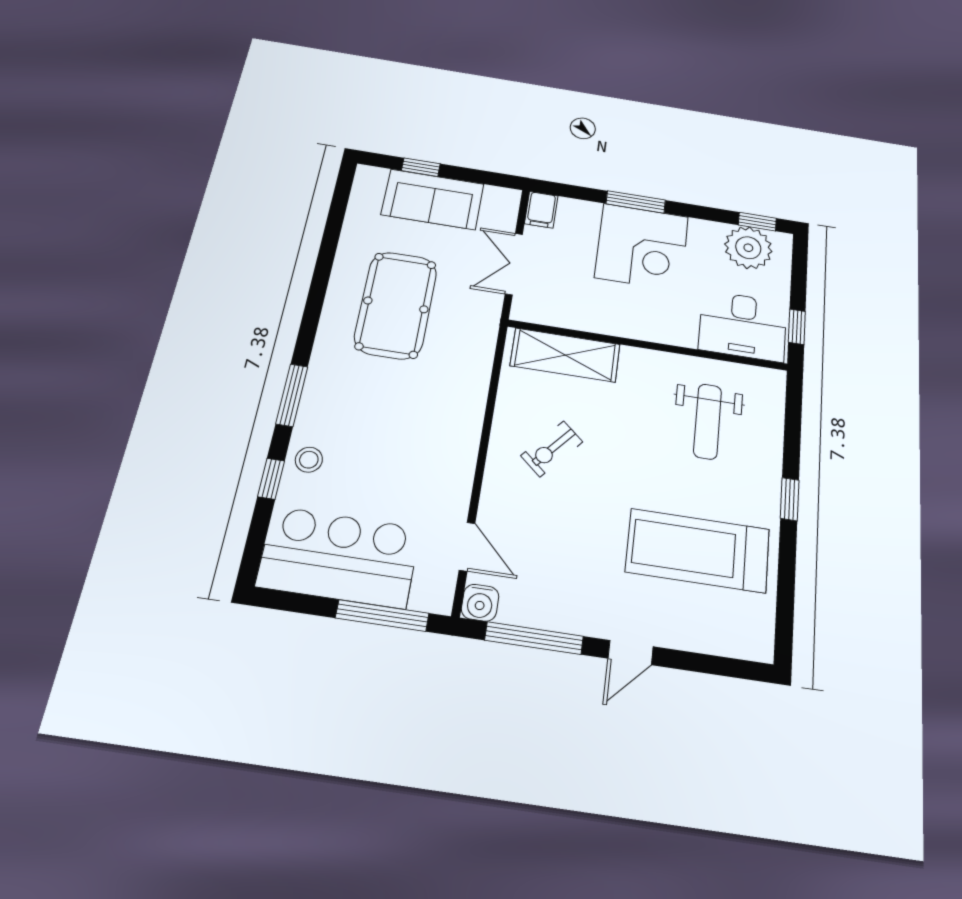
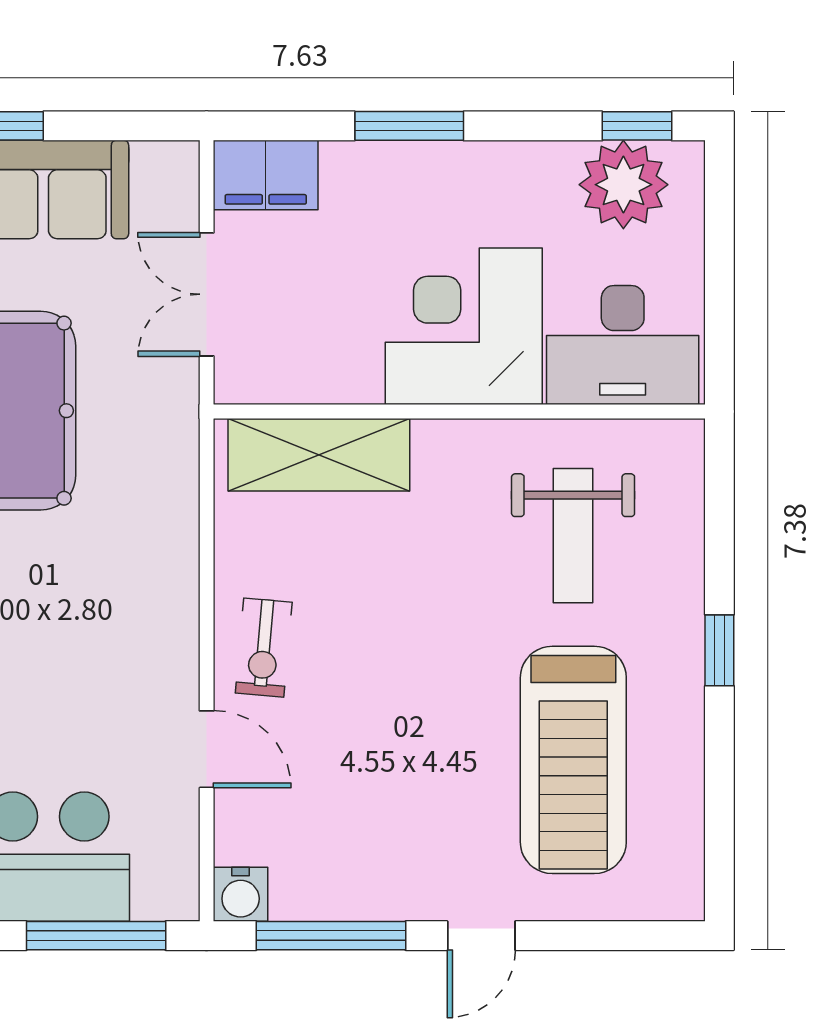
filing cabinet: (541, 210) -> (266, 175), width x2.00
corner desk: (642, 247) -> (464, 326), moved, turned 180
window: (797, 327) -> (719, 330), removed
exercise bike: (552, 449) -> (264, 648), moved, turned -36
door: (467, 547) -> (207, 749), moved
treadmill: (698, 550) -> (573, 760), turned -90

